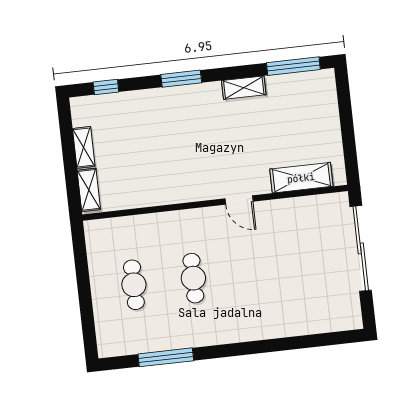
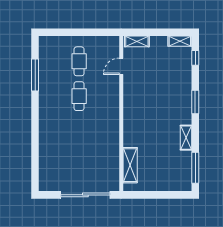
shelving: (84, 147) -> (180, 41), moved
door: (239, 200) -> (121, 66), moved
cafe table: (193, 278) -> (79, 96), turned 90
cafe table: (134, 285) -> (79, 61), turned 90

